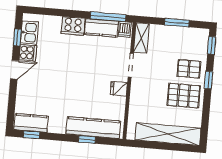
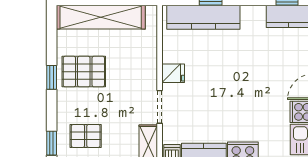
pallet: (189, 69) -> (86, 136), moved
window: (209, 80) -> (52, 77), moved

